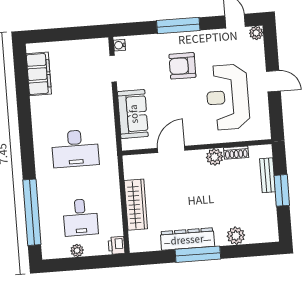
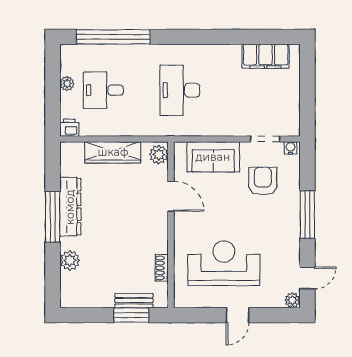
armchair: (182, 66) -> (263, 181), moved
plant: (215, 157) -> (159, 155), moved
window: (282, 190) -> (131, 315), moved

